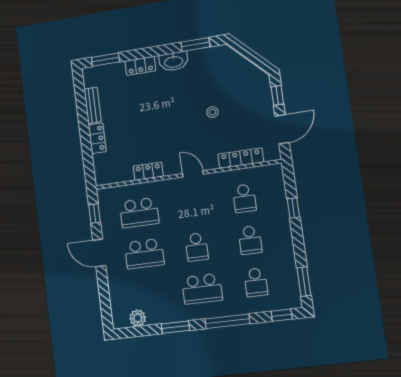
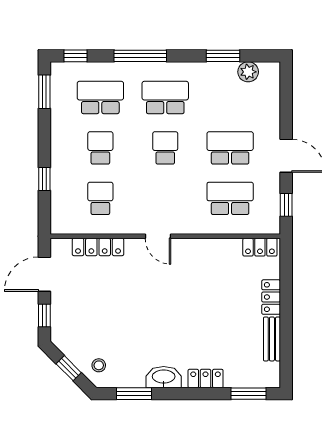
window: (251, 56) -> (69, 368), added
stool: (212, 112) -> (99, 365), moved
locker: (148, 171) -> (260, 247), moved
school desk: (256, 282) -> (100, 97), width x1.85
window: (175, 327) -> (223, 56), moved

